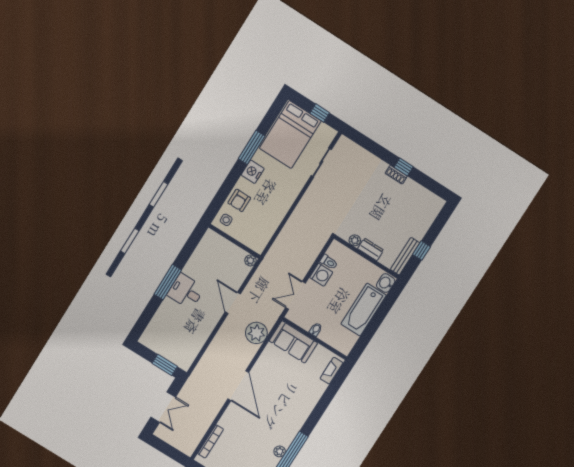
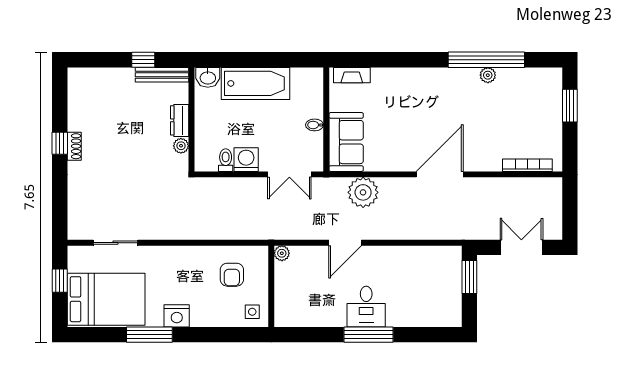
armchair: (239, 200) -> (232, 275), moved, turned 90

